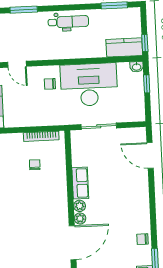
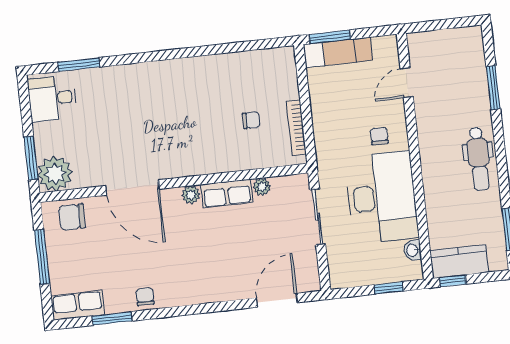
kitchen counter: (124, 47) -> (459, 261), moved, turned -90
washbasin: (137, 67) -> (412, 250), moved
plant: (80, 218) -> (262, 187), moved

